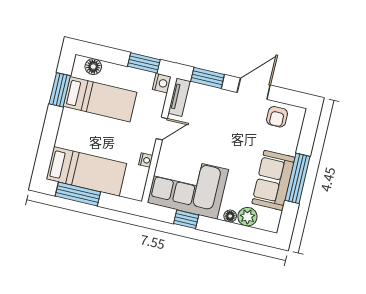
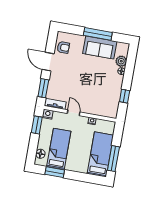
corner sofa: (188, 186) -> (106, 96), removed

